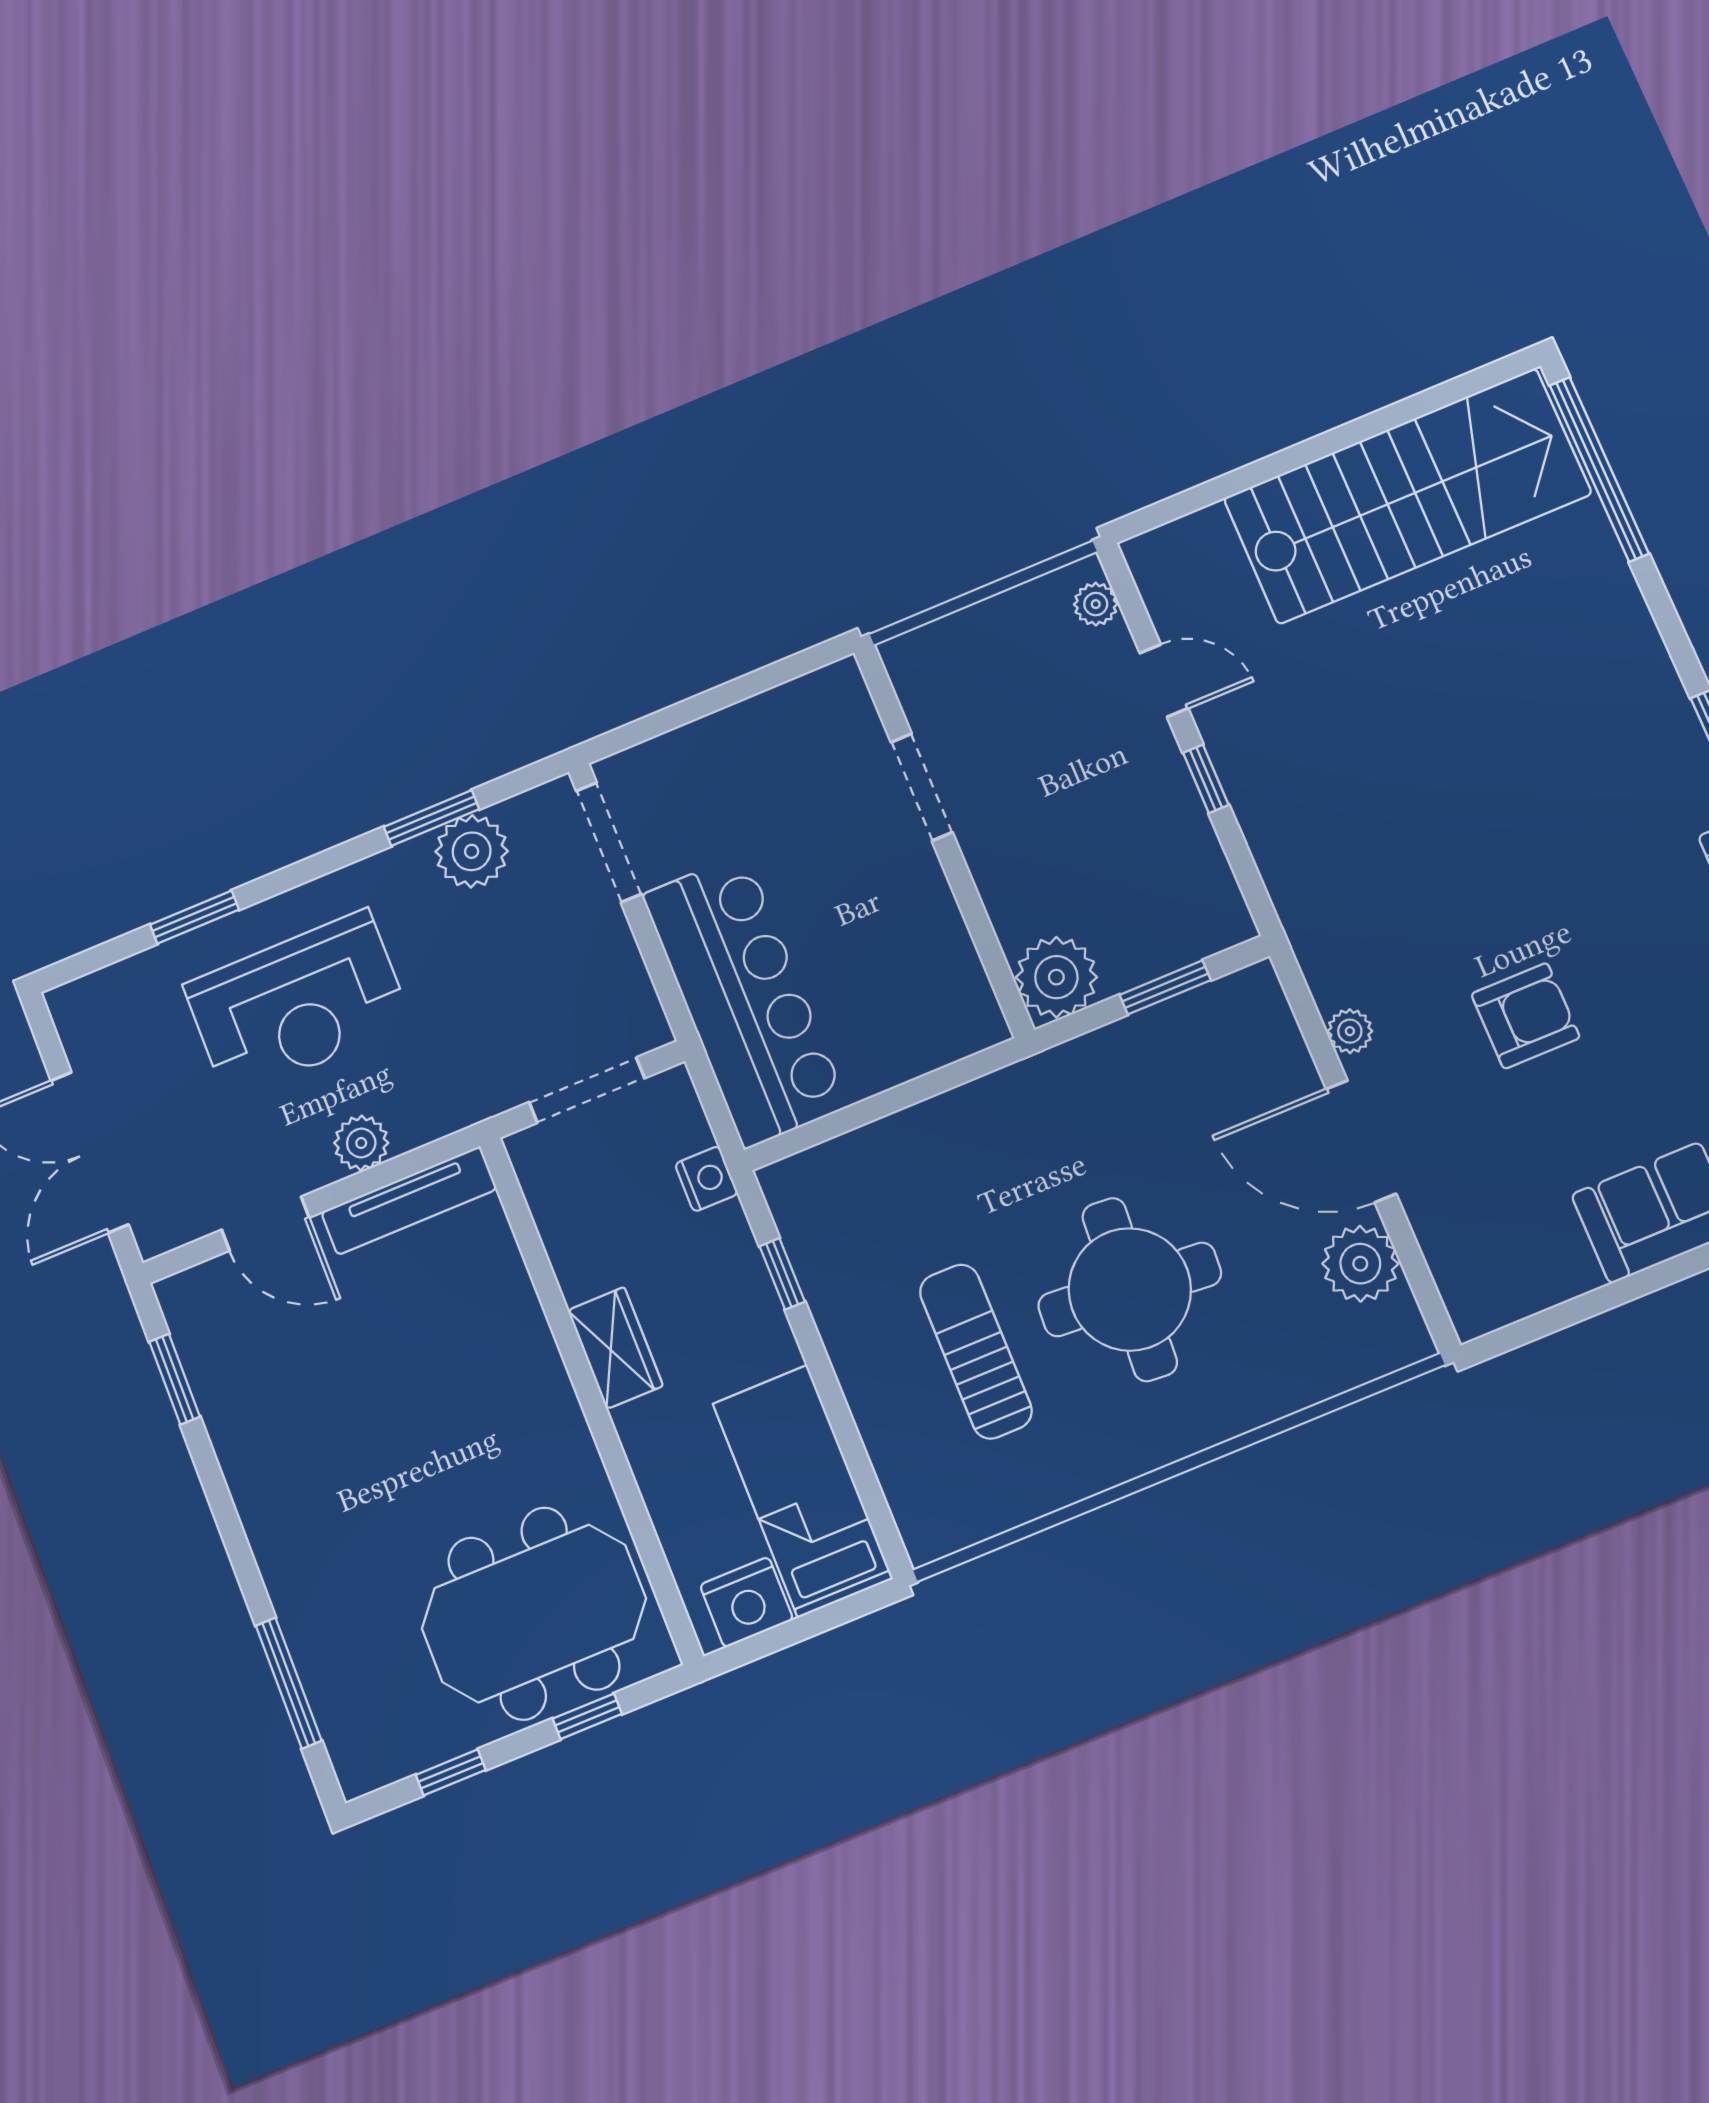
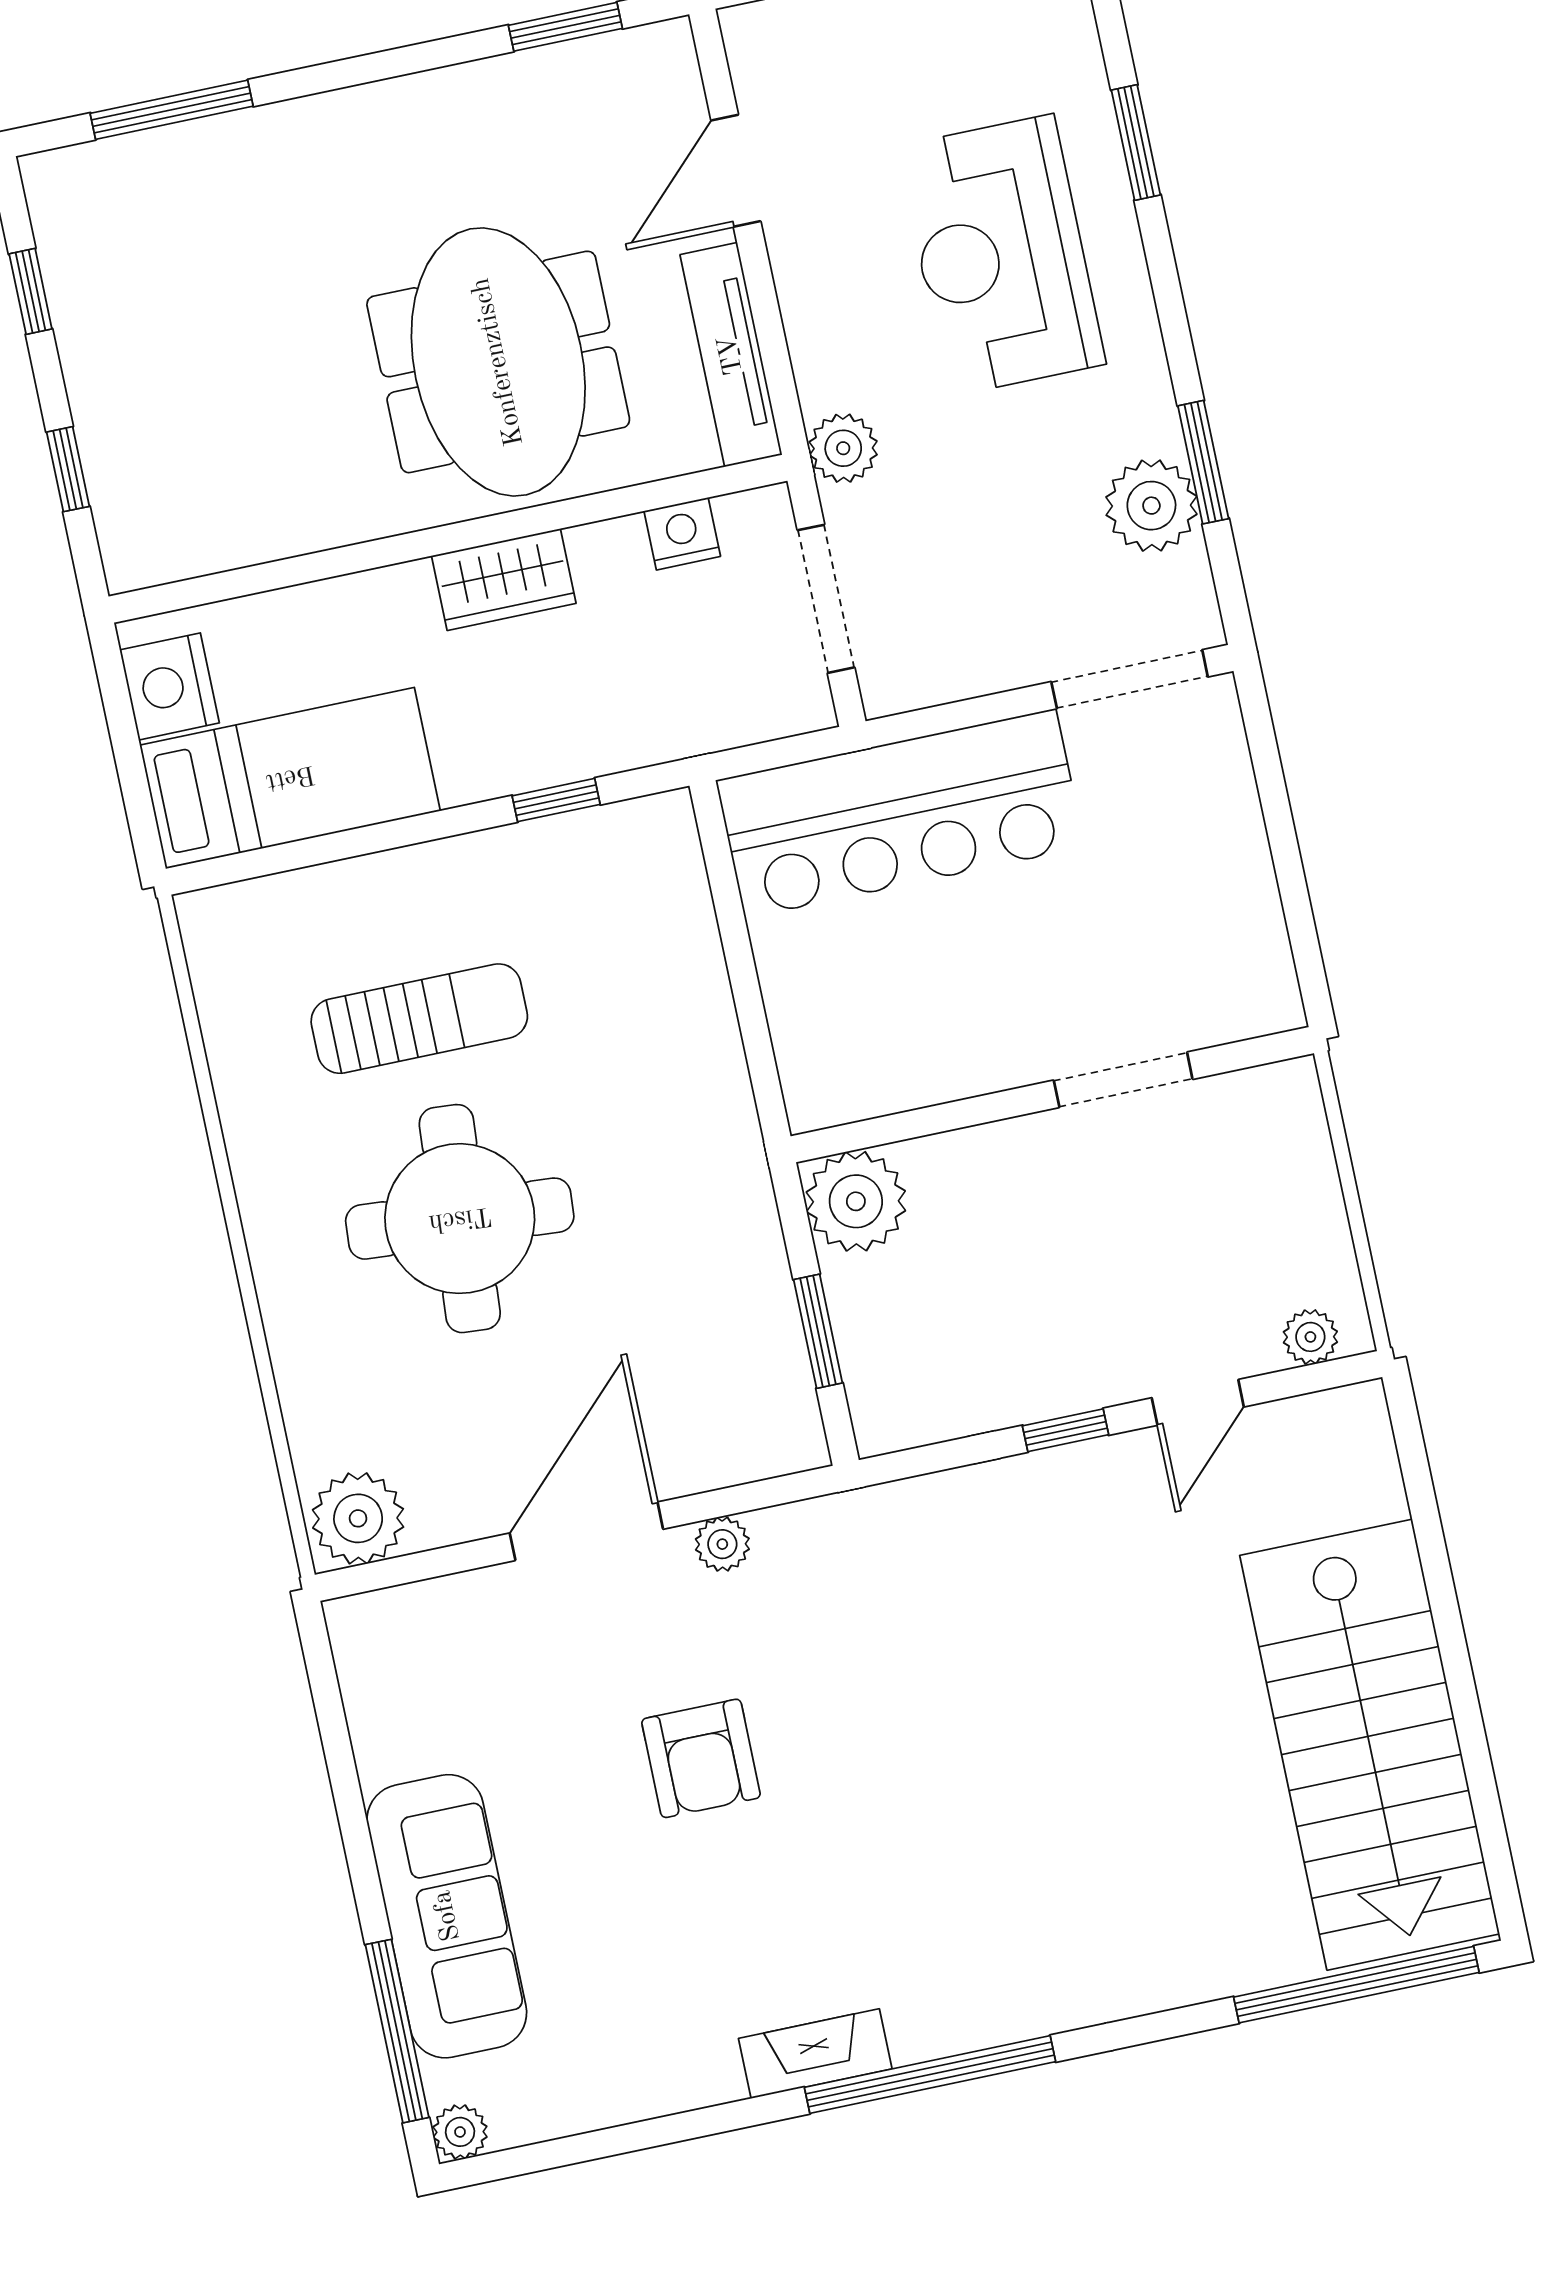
plant: (361, 1143) -> (843, 448), moved
nightstand: (706, 1179) -> (682, 534), moved, turned 180
plant: (1360, 1264) -> (358, 1518), moved
meeting table: (534, 1613) -> (498, 362), moved

